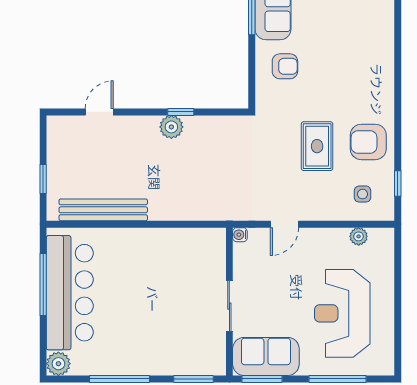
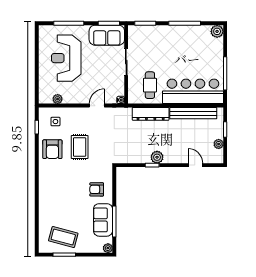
door: (99, 112) -> (195, 165), swing flipped
armchair: (368, 142) -> (52, 149), turned 90
plant: (56, 152) -> (219, 144), added
dresser: (183, 209) -> (151, 114), added
cafe table: (185, 262) -> (150, 85), added
bar counter: (70, 293) -> (193, 91), moved, turned 90
reception desk: (342, 313) -> (66, 58), turned 180

